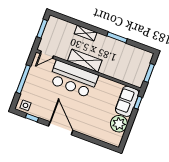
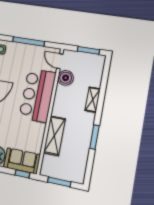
boiler: (63, 52) -> (66, 78), added
shelving: (85, 61) -> (54, 136), moved

